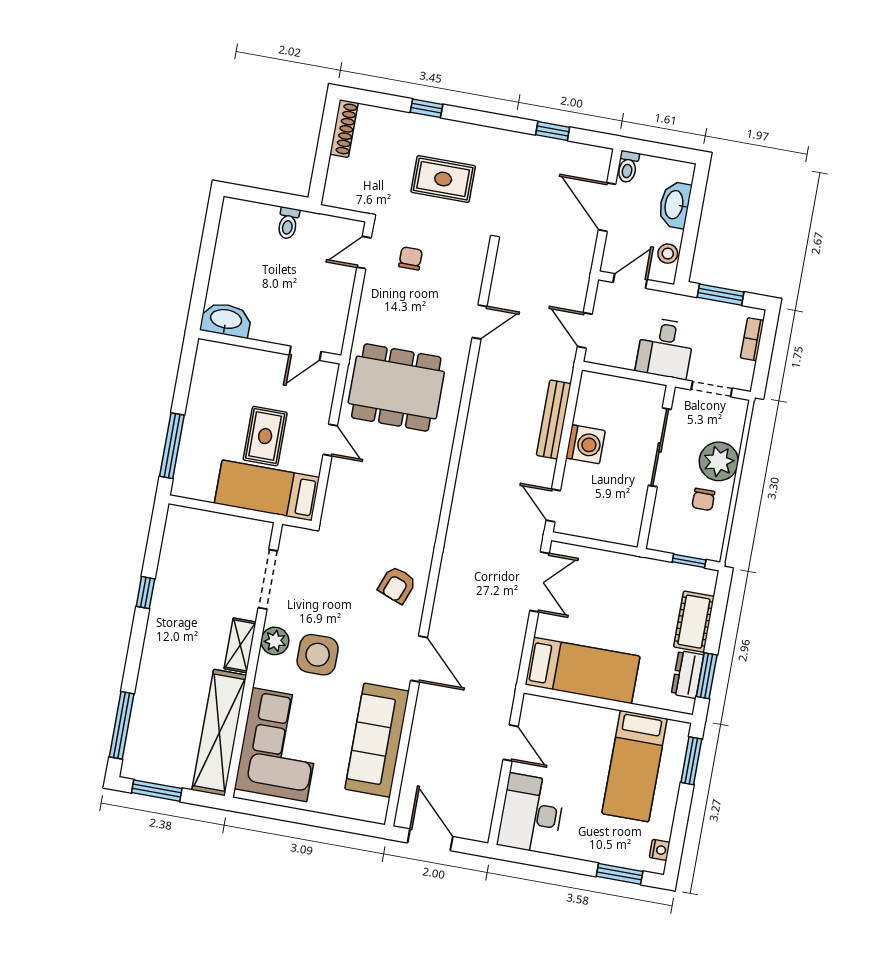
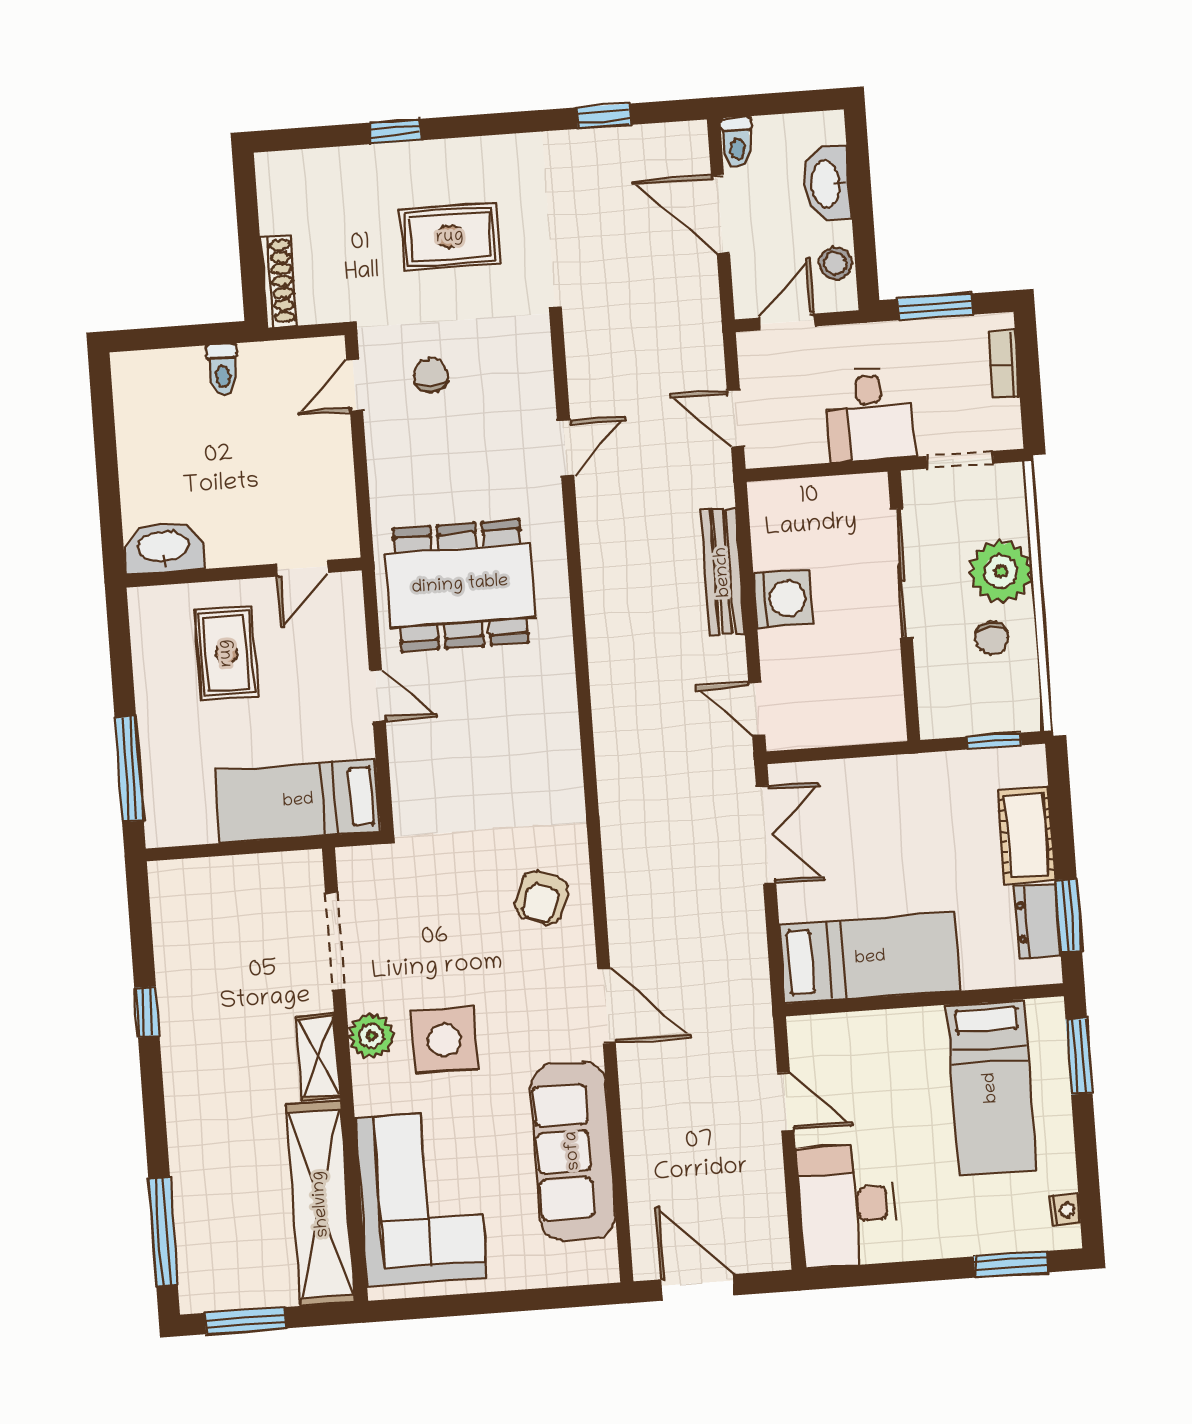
shoe rack: (344, 128) -> (279, 281), moved
rug: (265, 436) -> (226, 653), moved

